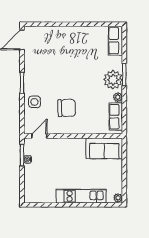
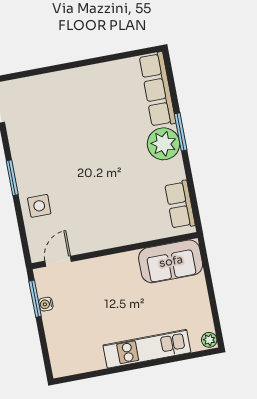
row of seats: (115, 41) -> (157, 89), width x1.48
plant: (118, 97) -> (177, 172), removed
chair: (67, 108) -> (95, 206), removed

